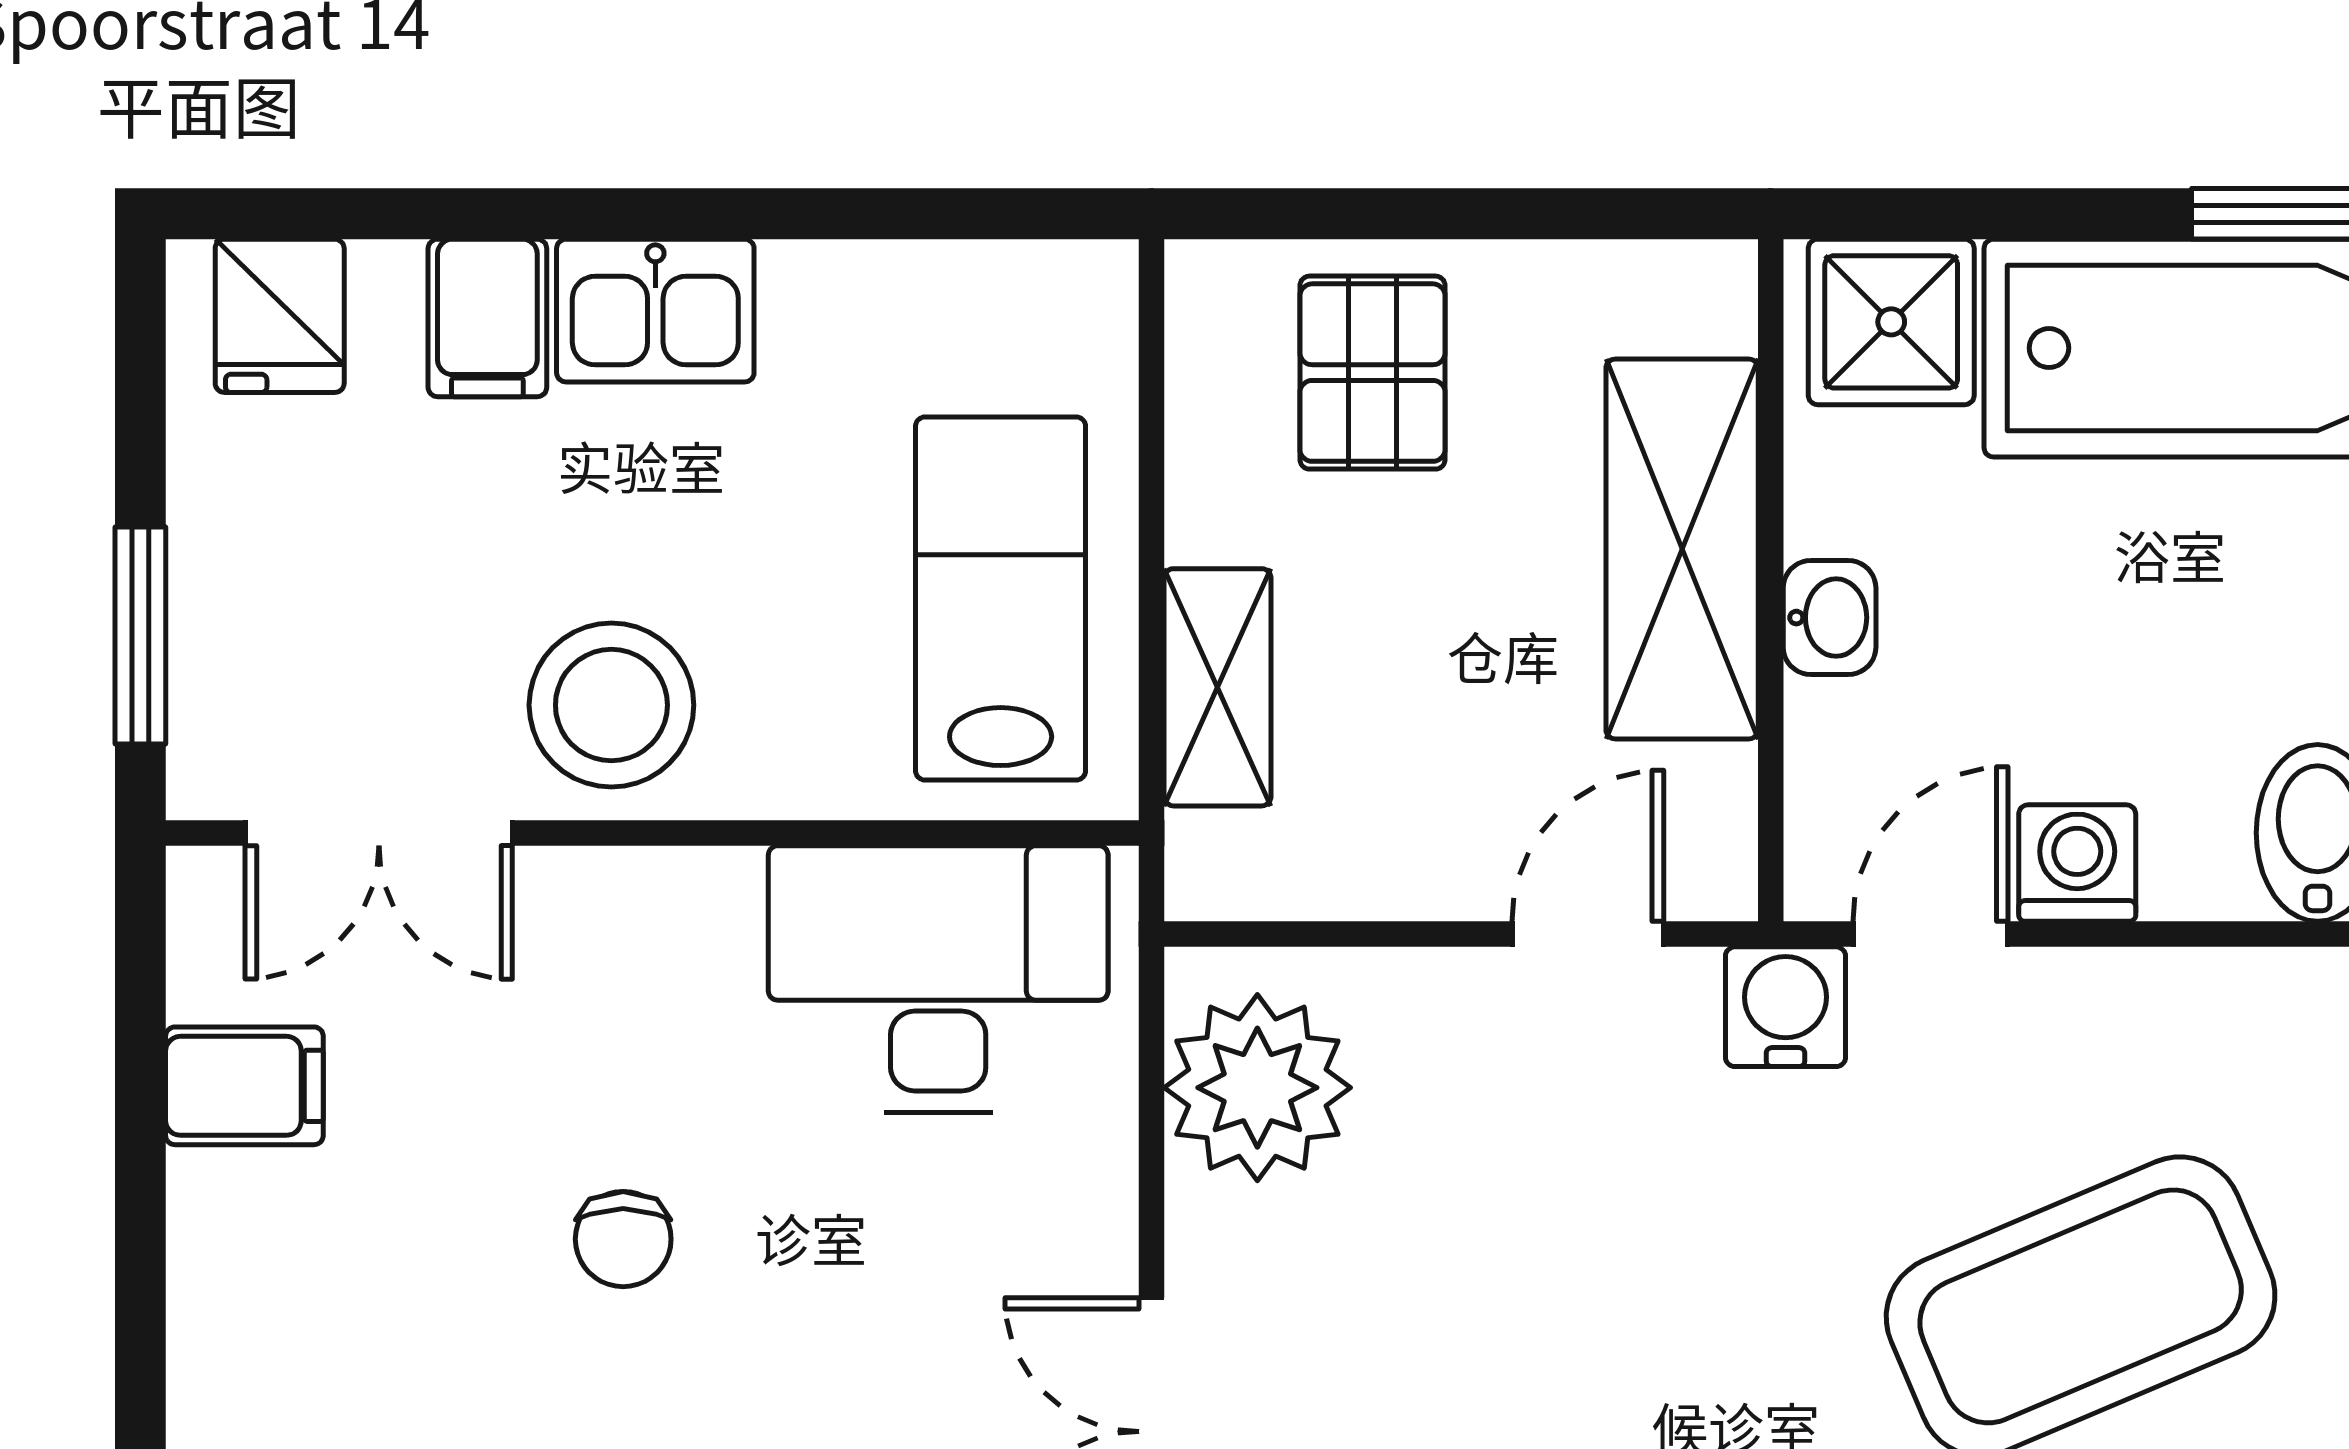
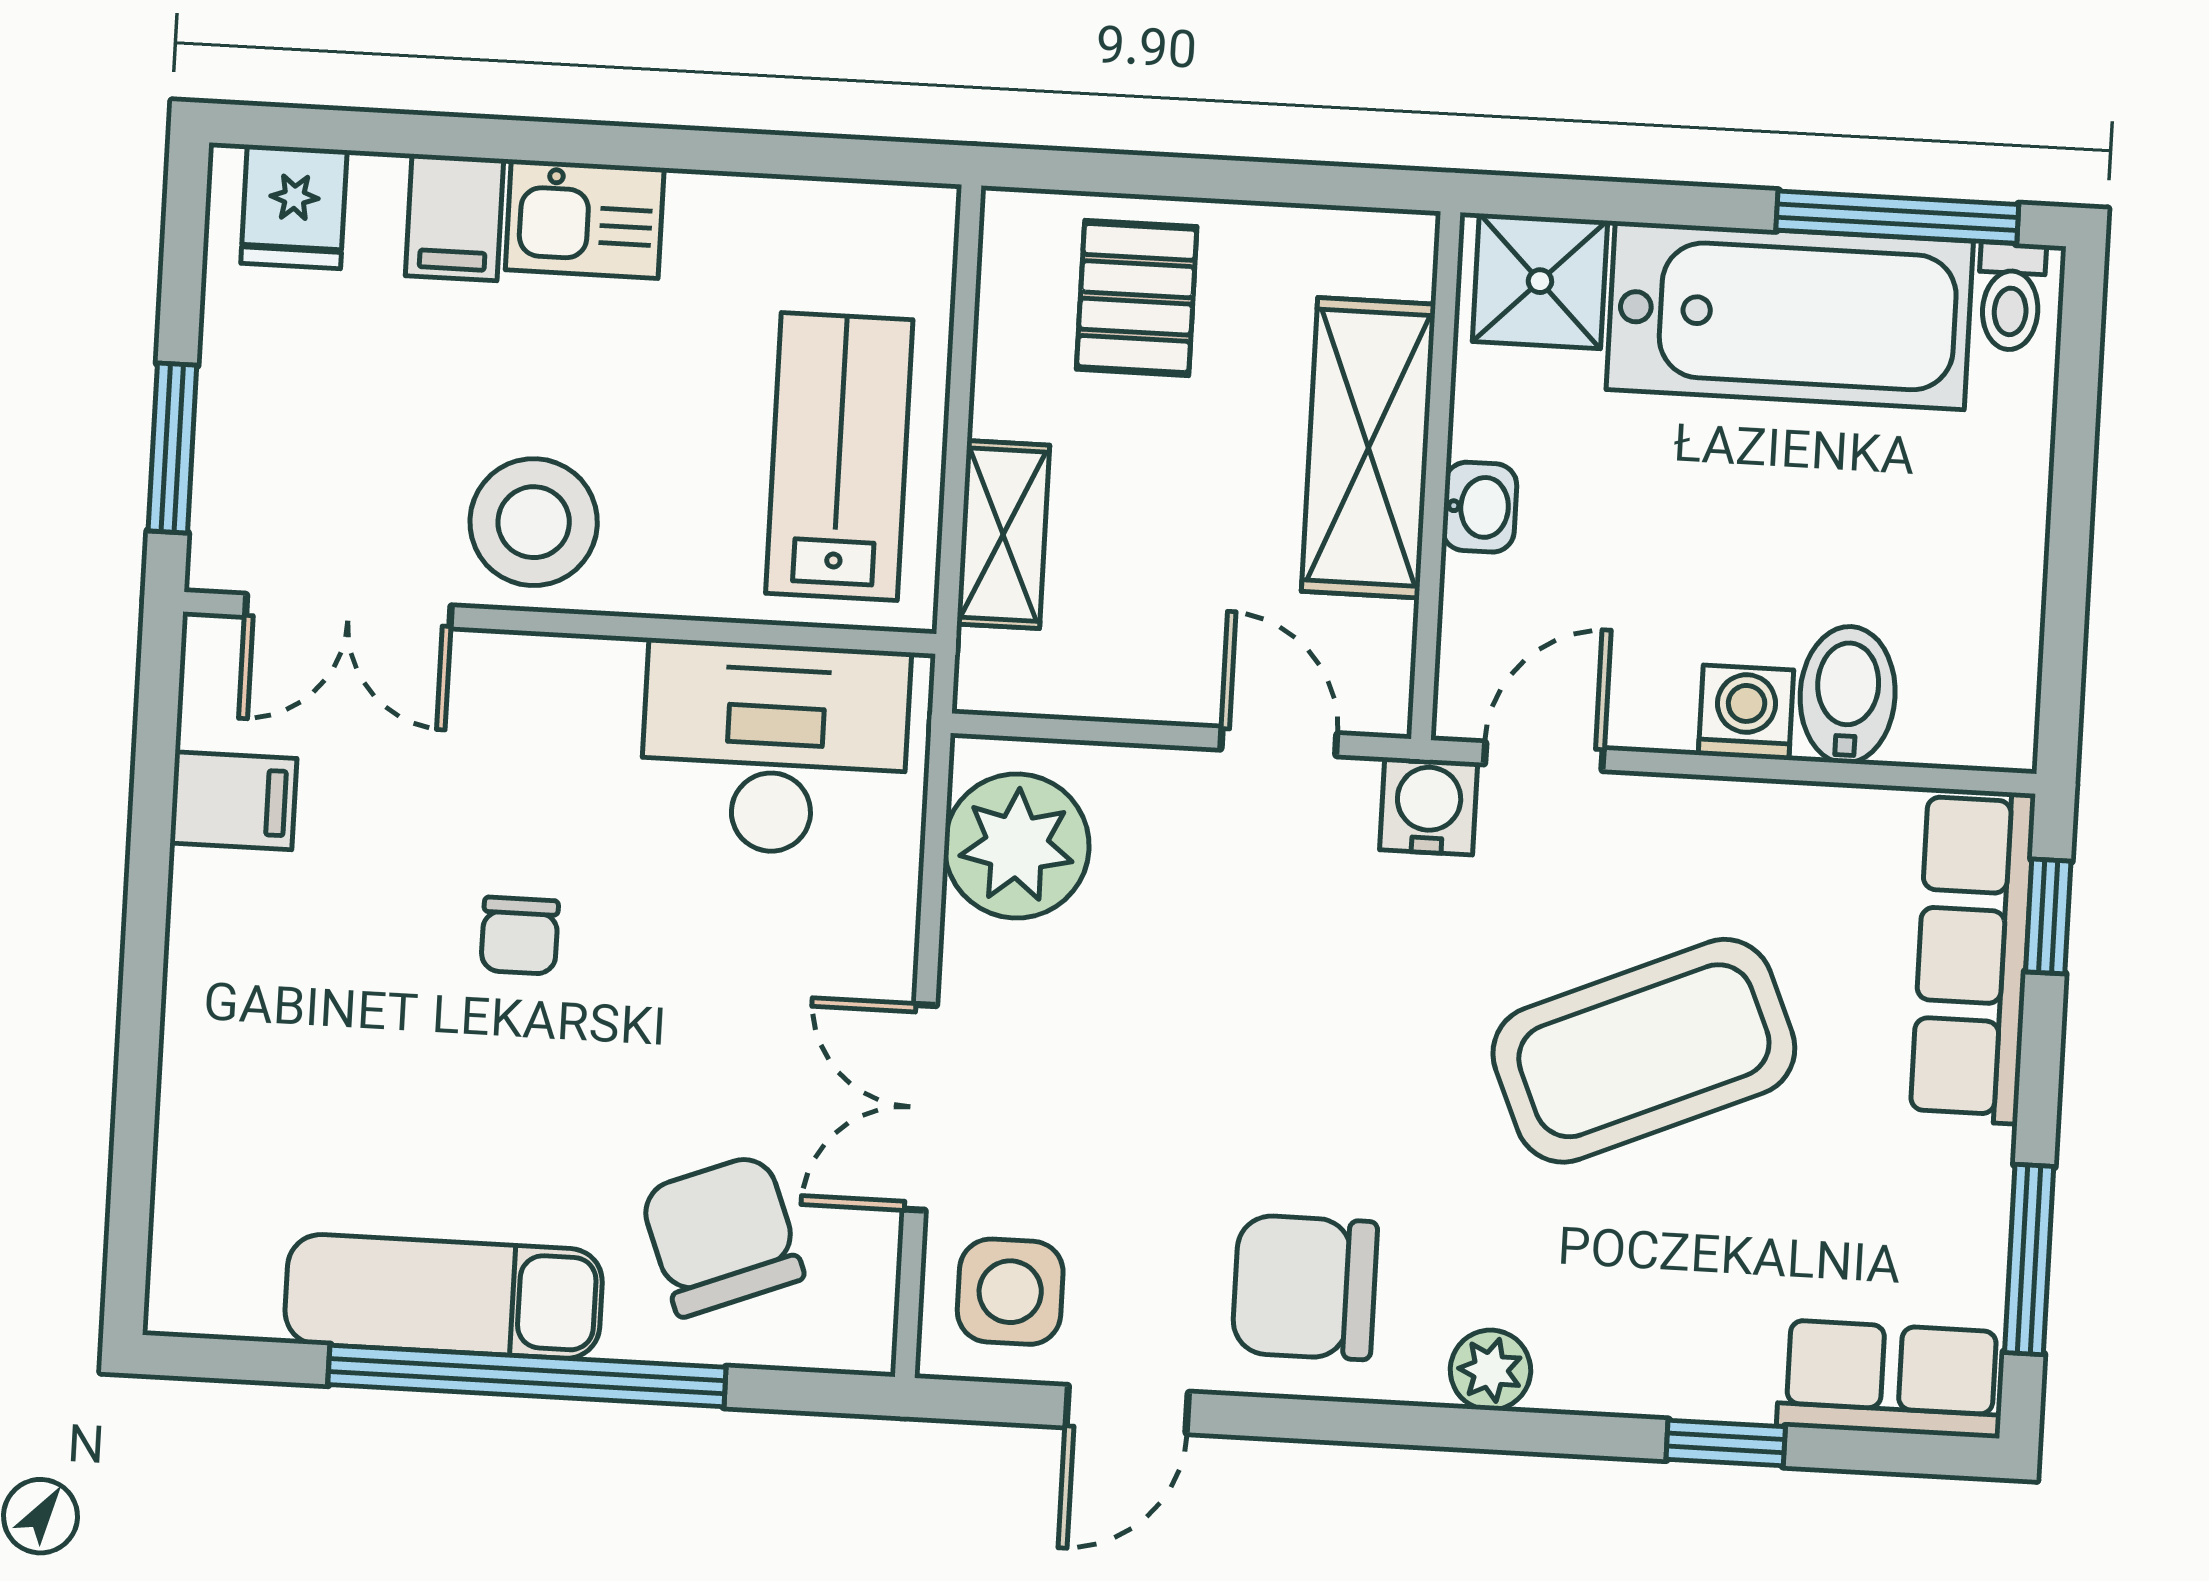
washing machine: (2077, 863) -> (1746, 713), moved
door: (1588, 934) -> (1279, 741), hinge flipped

